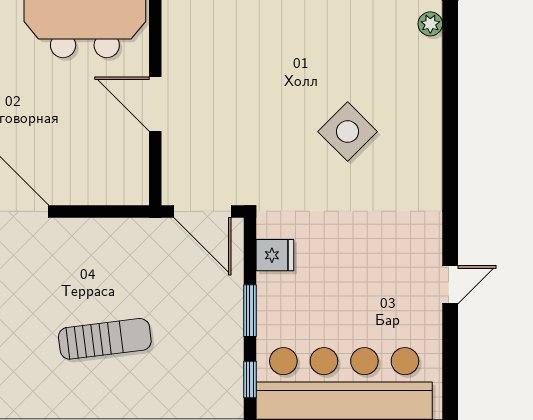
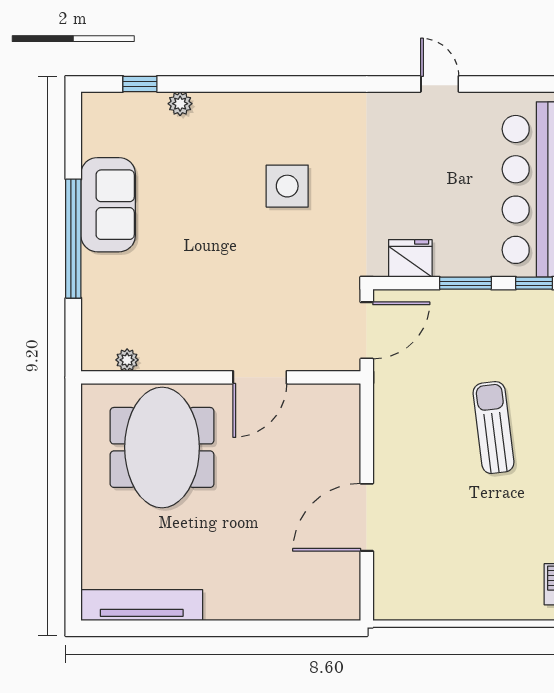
side table: (348, 132) -> (287, 186), turned 45
fridge: (275, 255) -> (410, 258), width x1.38

